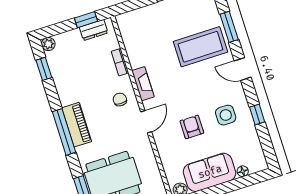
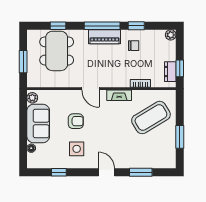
coffee table: (200, 47) -> (151, 117), moved, turned 59
window: (44, 69) -> (136, 26), moved
door: (243, 69) -> (106, 172), hinge flipped
chair: (120, 100) -> (134, 46), moved
window: (257, 114) -> (59, 172), moved

